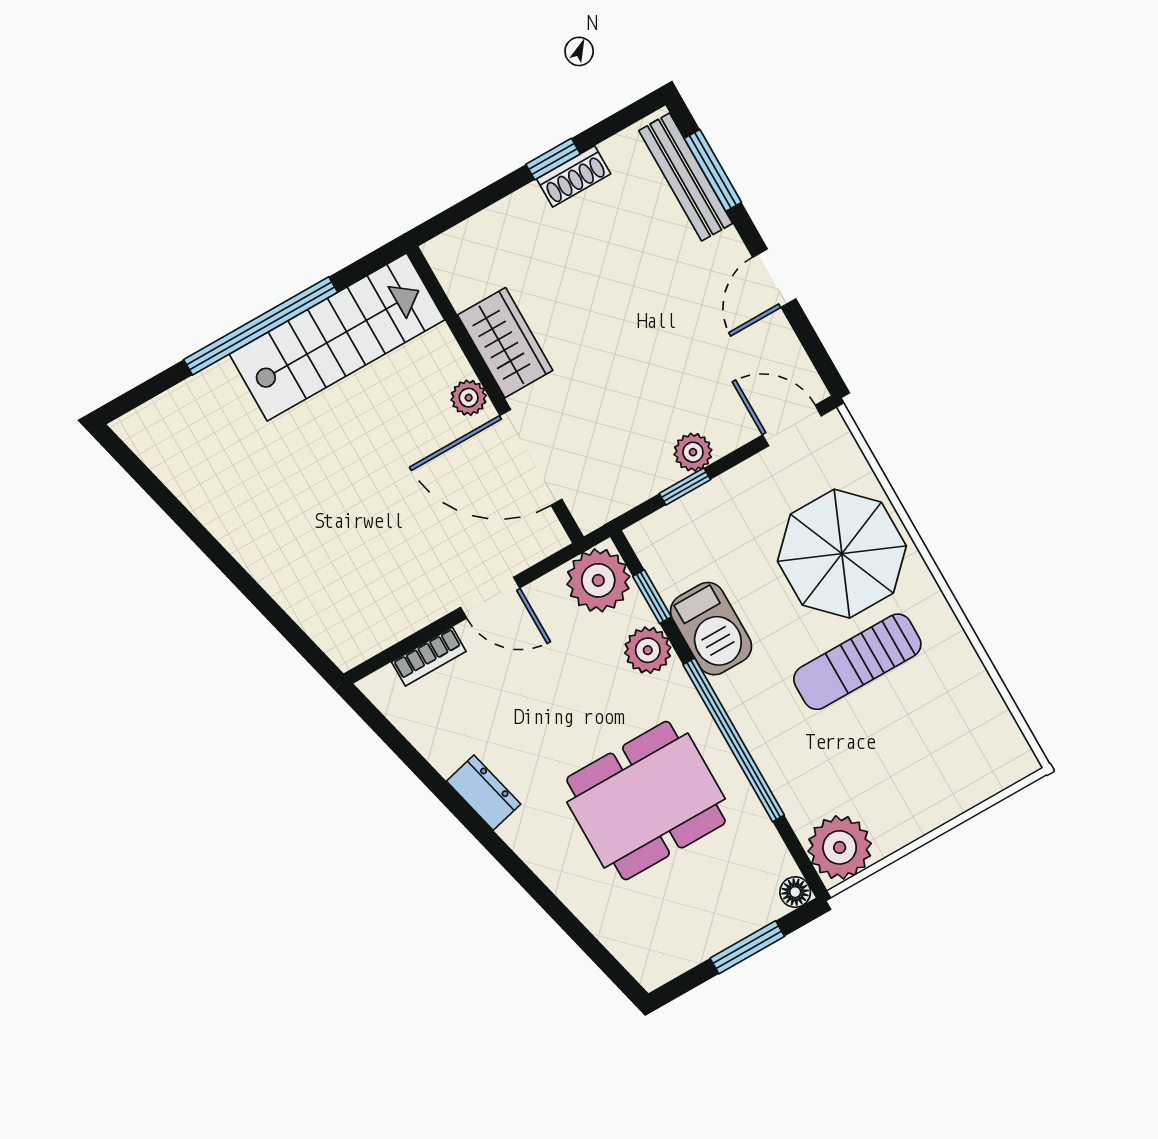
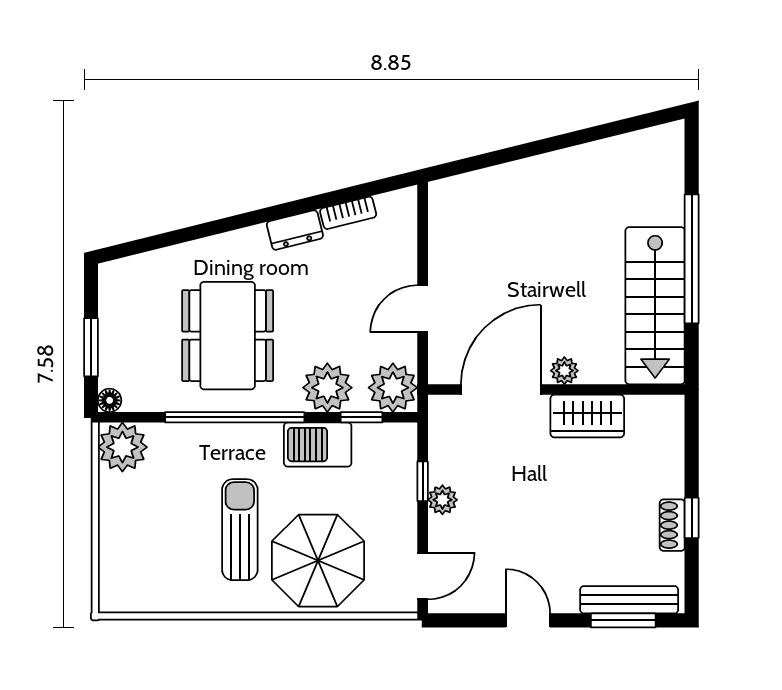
plant: (648, 650) -> (327, 388), width x1.36, depth x1.36
bookcase: (429, 657) -> (348, 213), moved, turned -104

